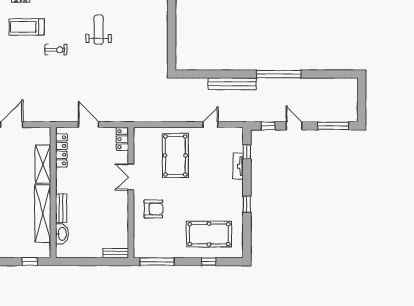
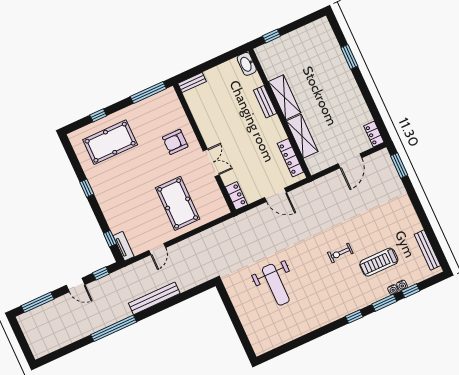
treadmill: (27, 27) -> (379, 262), turned 180
weight bench: (99, 30) -> (276, 285), moved, width x1.36, depth x1.33
tv unit: (238, 166) -> (124, 246), moved
shelving: (43, 213) -> (285, 97), width x0.68
washbasin: (62, 234) -> (247, 64), moved

